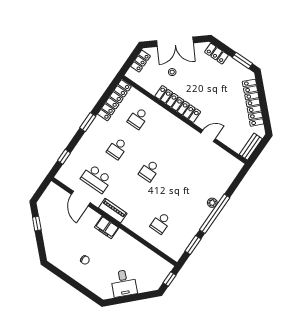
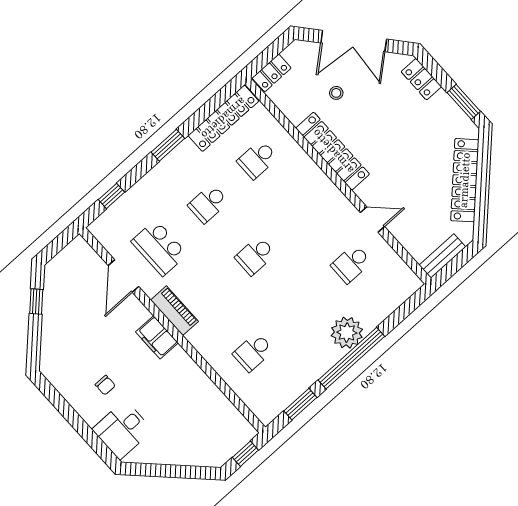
locker: (140, 61) -> (272, 73), moved
school desk: (202, 163) -> (351, 264), added
plant: (212, 203) -> (347, 333), width x1.88, depth x1.88
desk: (124, 283) -> (122, 430), moved, turned 45

